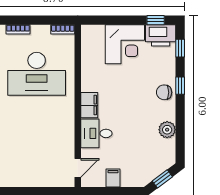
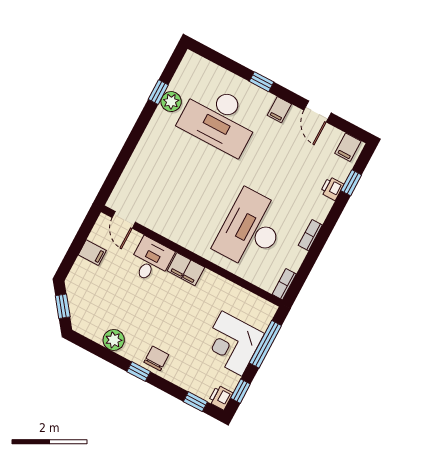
window: (113, 20) -> (265, 344), added
printer: (161, 35) -> (220, 397), width x0.53, depth x0.68
window: (180, 86) -> (139, 372), moved

